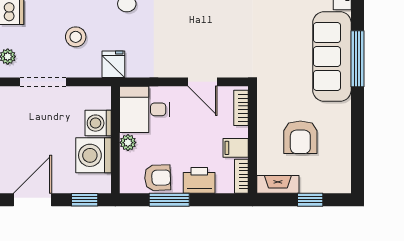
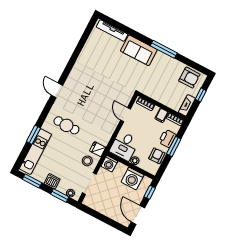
stool: (76, 37) -> (87, 161), moved
sofa: (332, 57) -> (139, 50), width x0.73
window: (357, 59) -> (164, 49), moved
door: (203, 82) -> (126, 115), swing flipped
washing machine: (98, 123) -> (109, 164), moved
armchair: (300, 137) -> (189, 78), moved
window: (169, 200) -> (174, 146), moved

